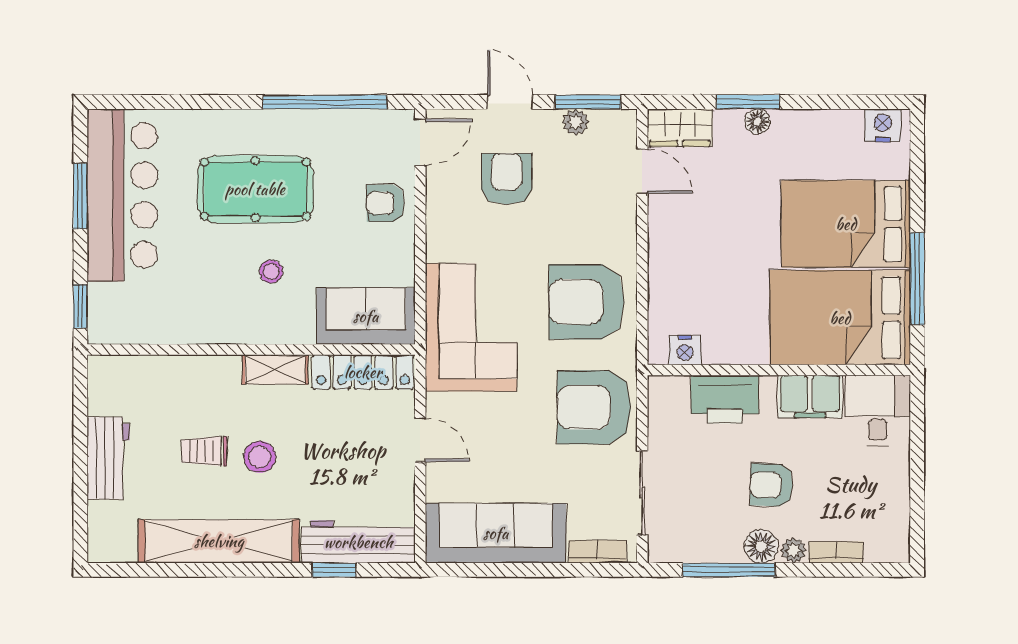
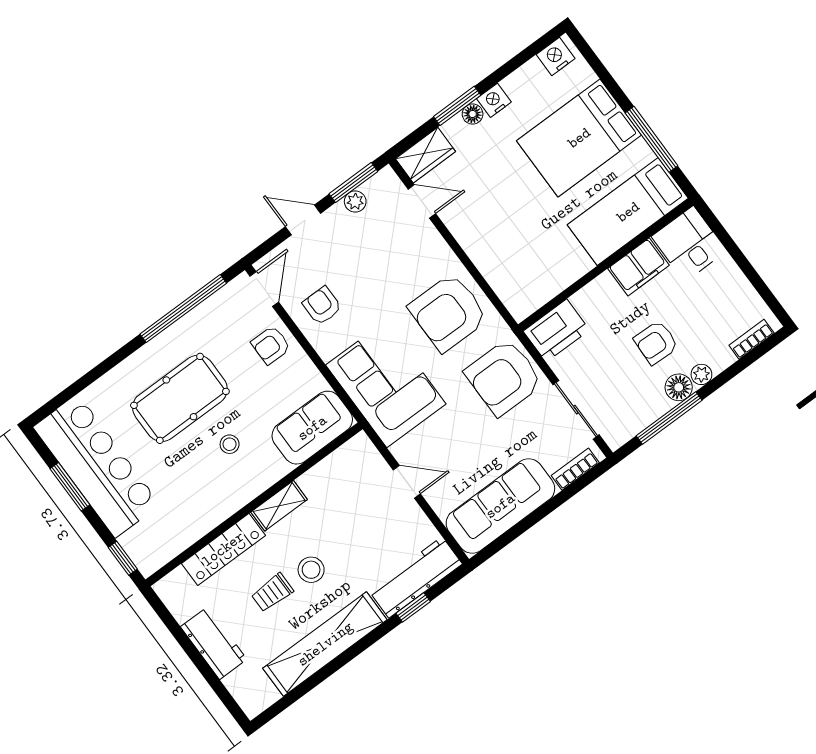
armchair: (507, 179) -> (322, 306), moved, width x0.72, depth x0.72
bed: (840, 318) -> (628, 212), width x0.67
nightstand: (685, 350) -> (494, 100), moved, turned 180
locker: (363, 372) -> (223, 549), moved
printer: (725, 399) -> (556, 331), moved
bookcase: (836, 552) -> (752, 339), moved

